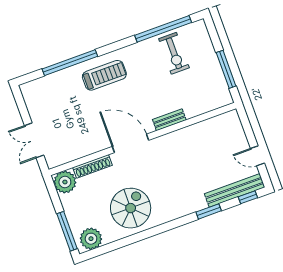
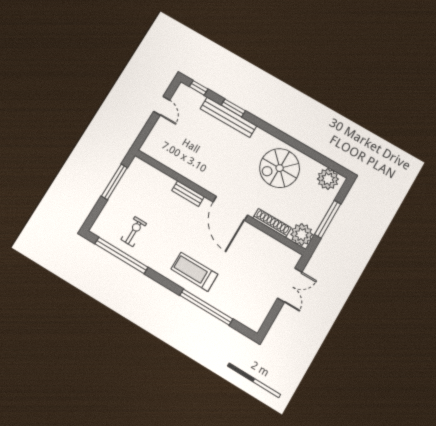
exercise bike: (174, 53) -> (134, 232), width x0.73, depth x0.72
bench: (235, 190) -> (228, 117), moved
window: (67, 231) -> (328, 219), moved

